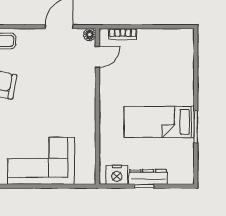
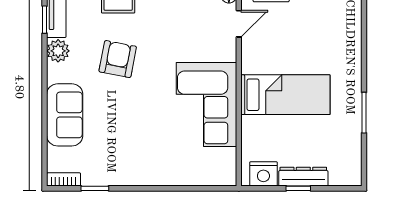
bed: (159, 122) -> (285, 95), moved, turned 180
corner sofa: (41, 161) -> (207, 105), moved, turned -90

